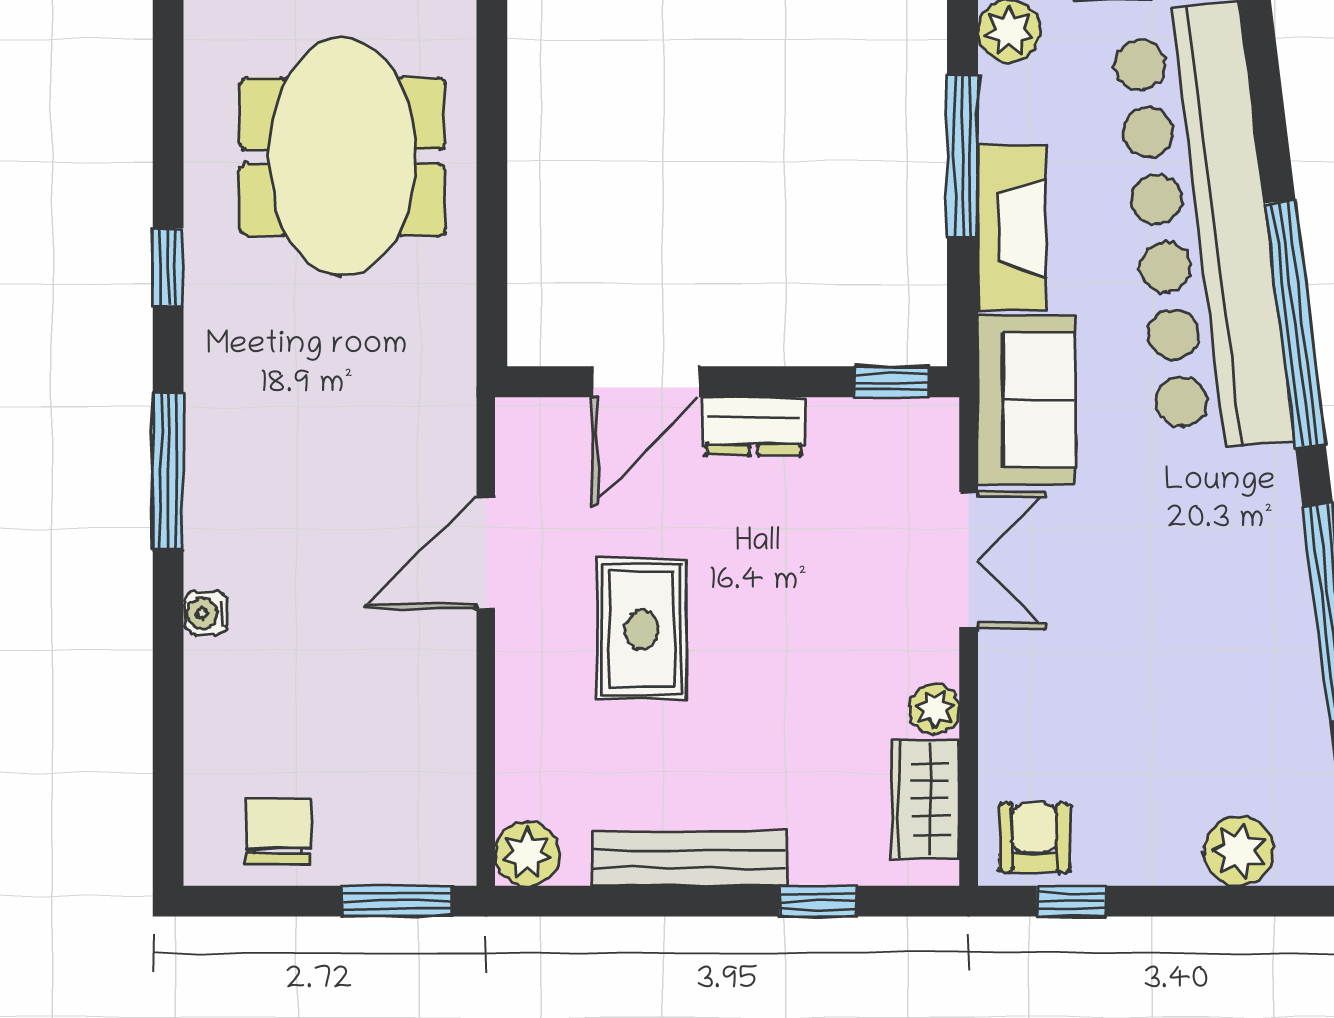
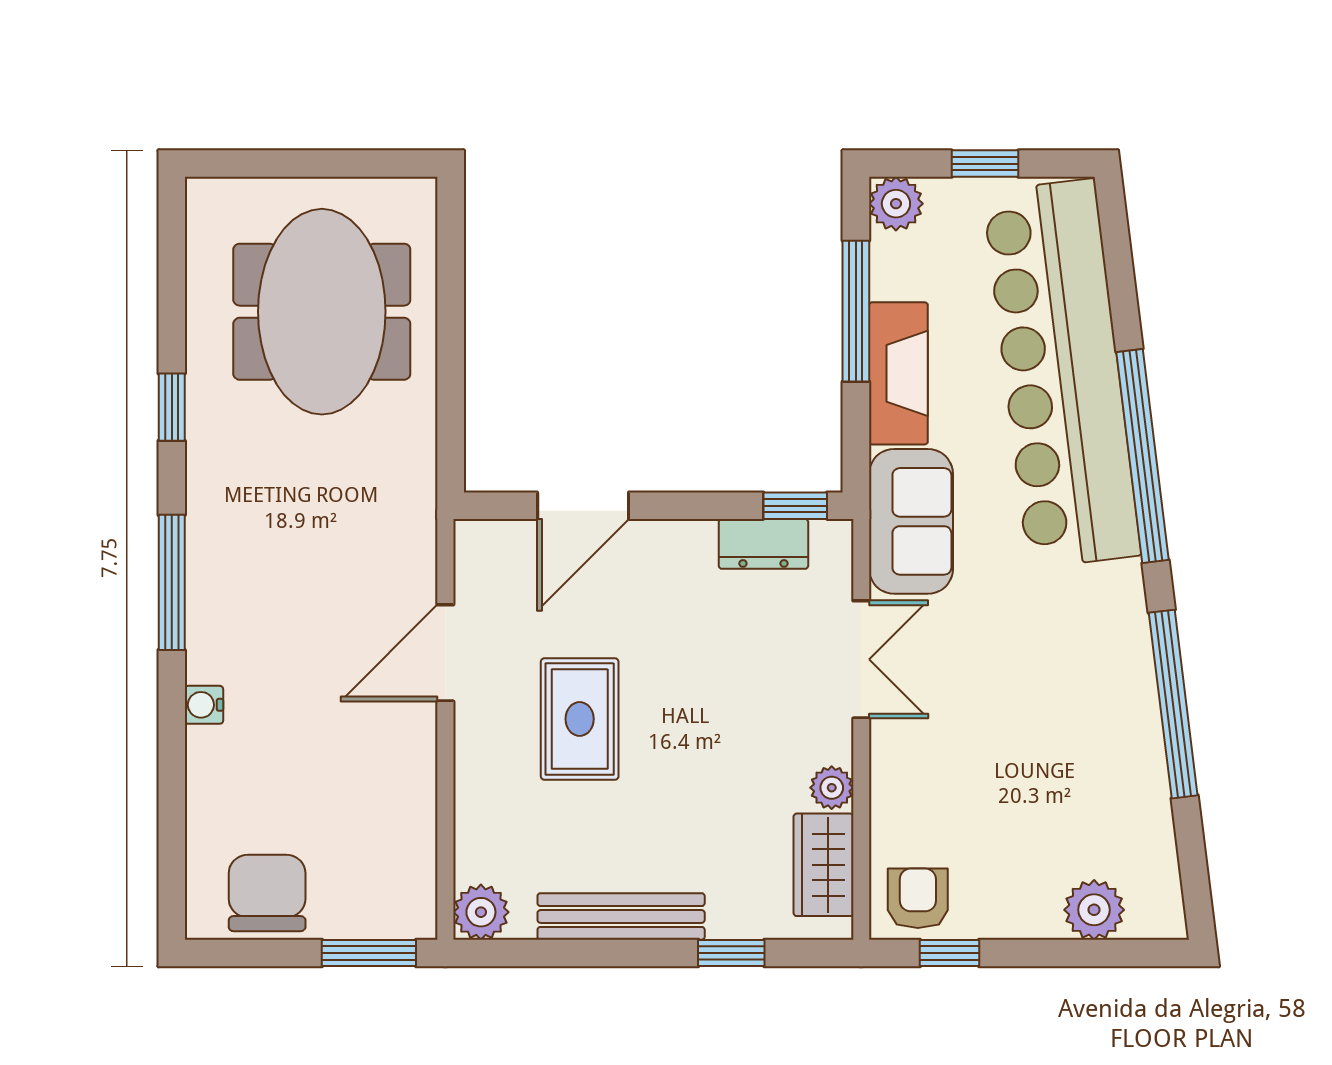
dresser: (754, 426) -> (763, 544), moved
chair: (279, 832) -> (267, 893), width x1.37, depth x1.37

